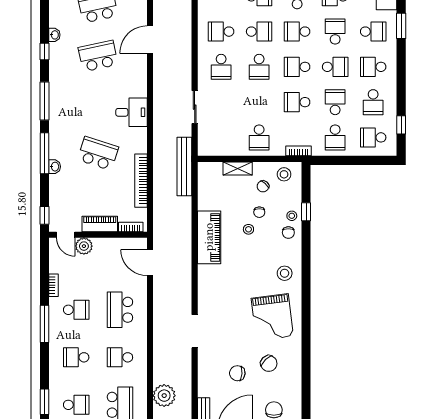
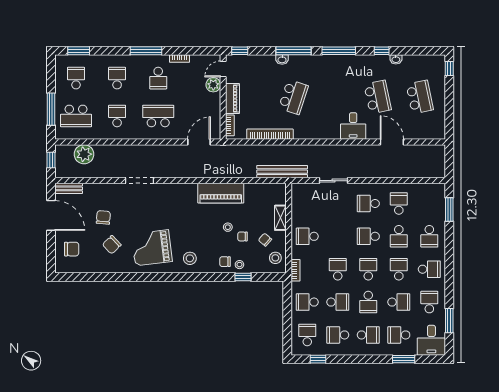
school desk: (373, 32) -> (399, 335), turned 90
school desk: (373, 67) -> (368, 335), turned 90
desk: (132, 112) -> (353, 126), moved
school desk: (76, 405) -> (76, 78), turned 180

